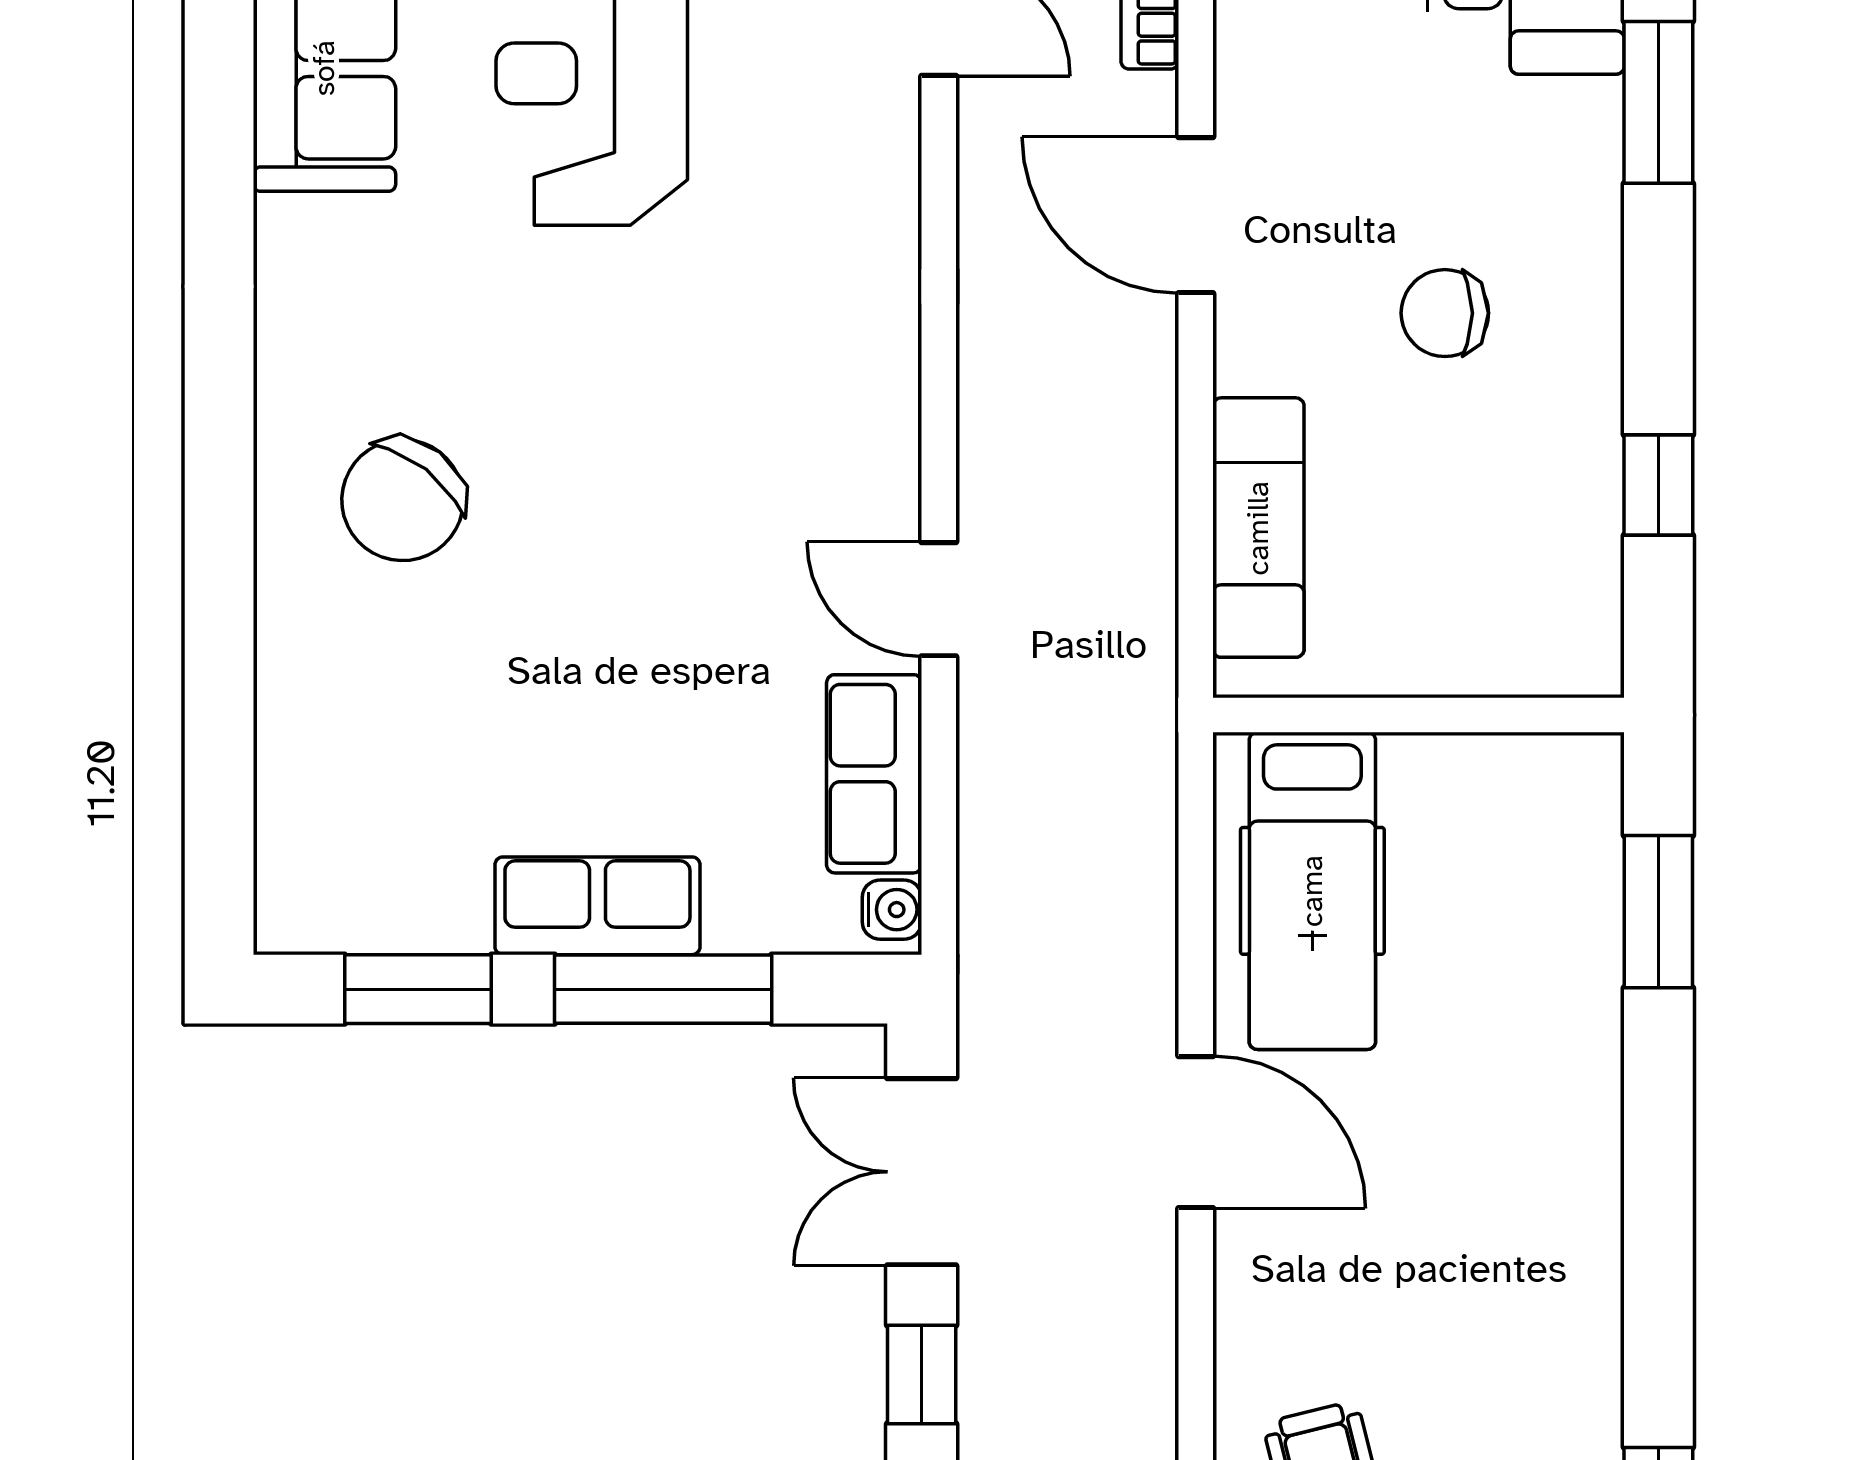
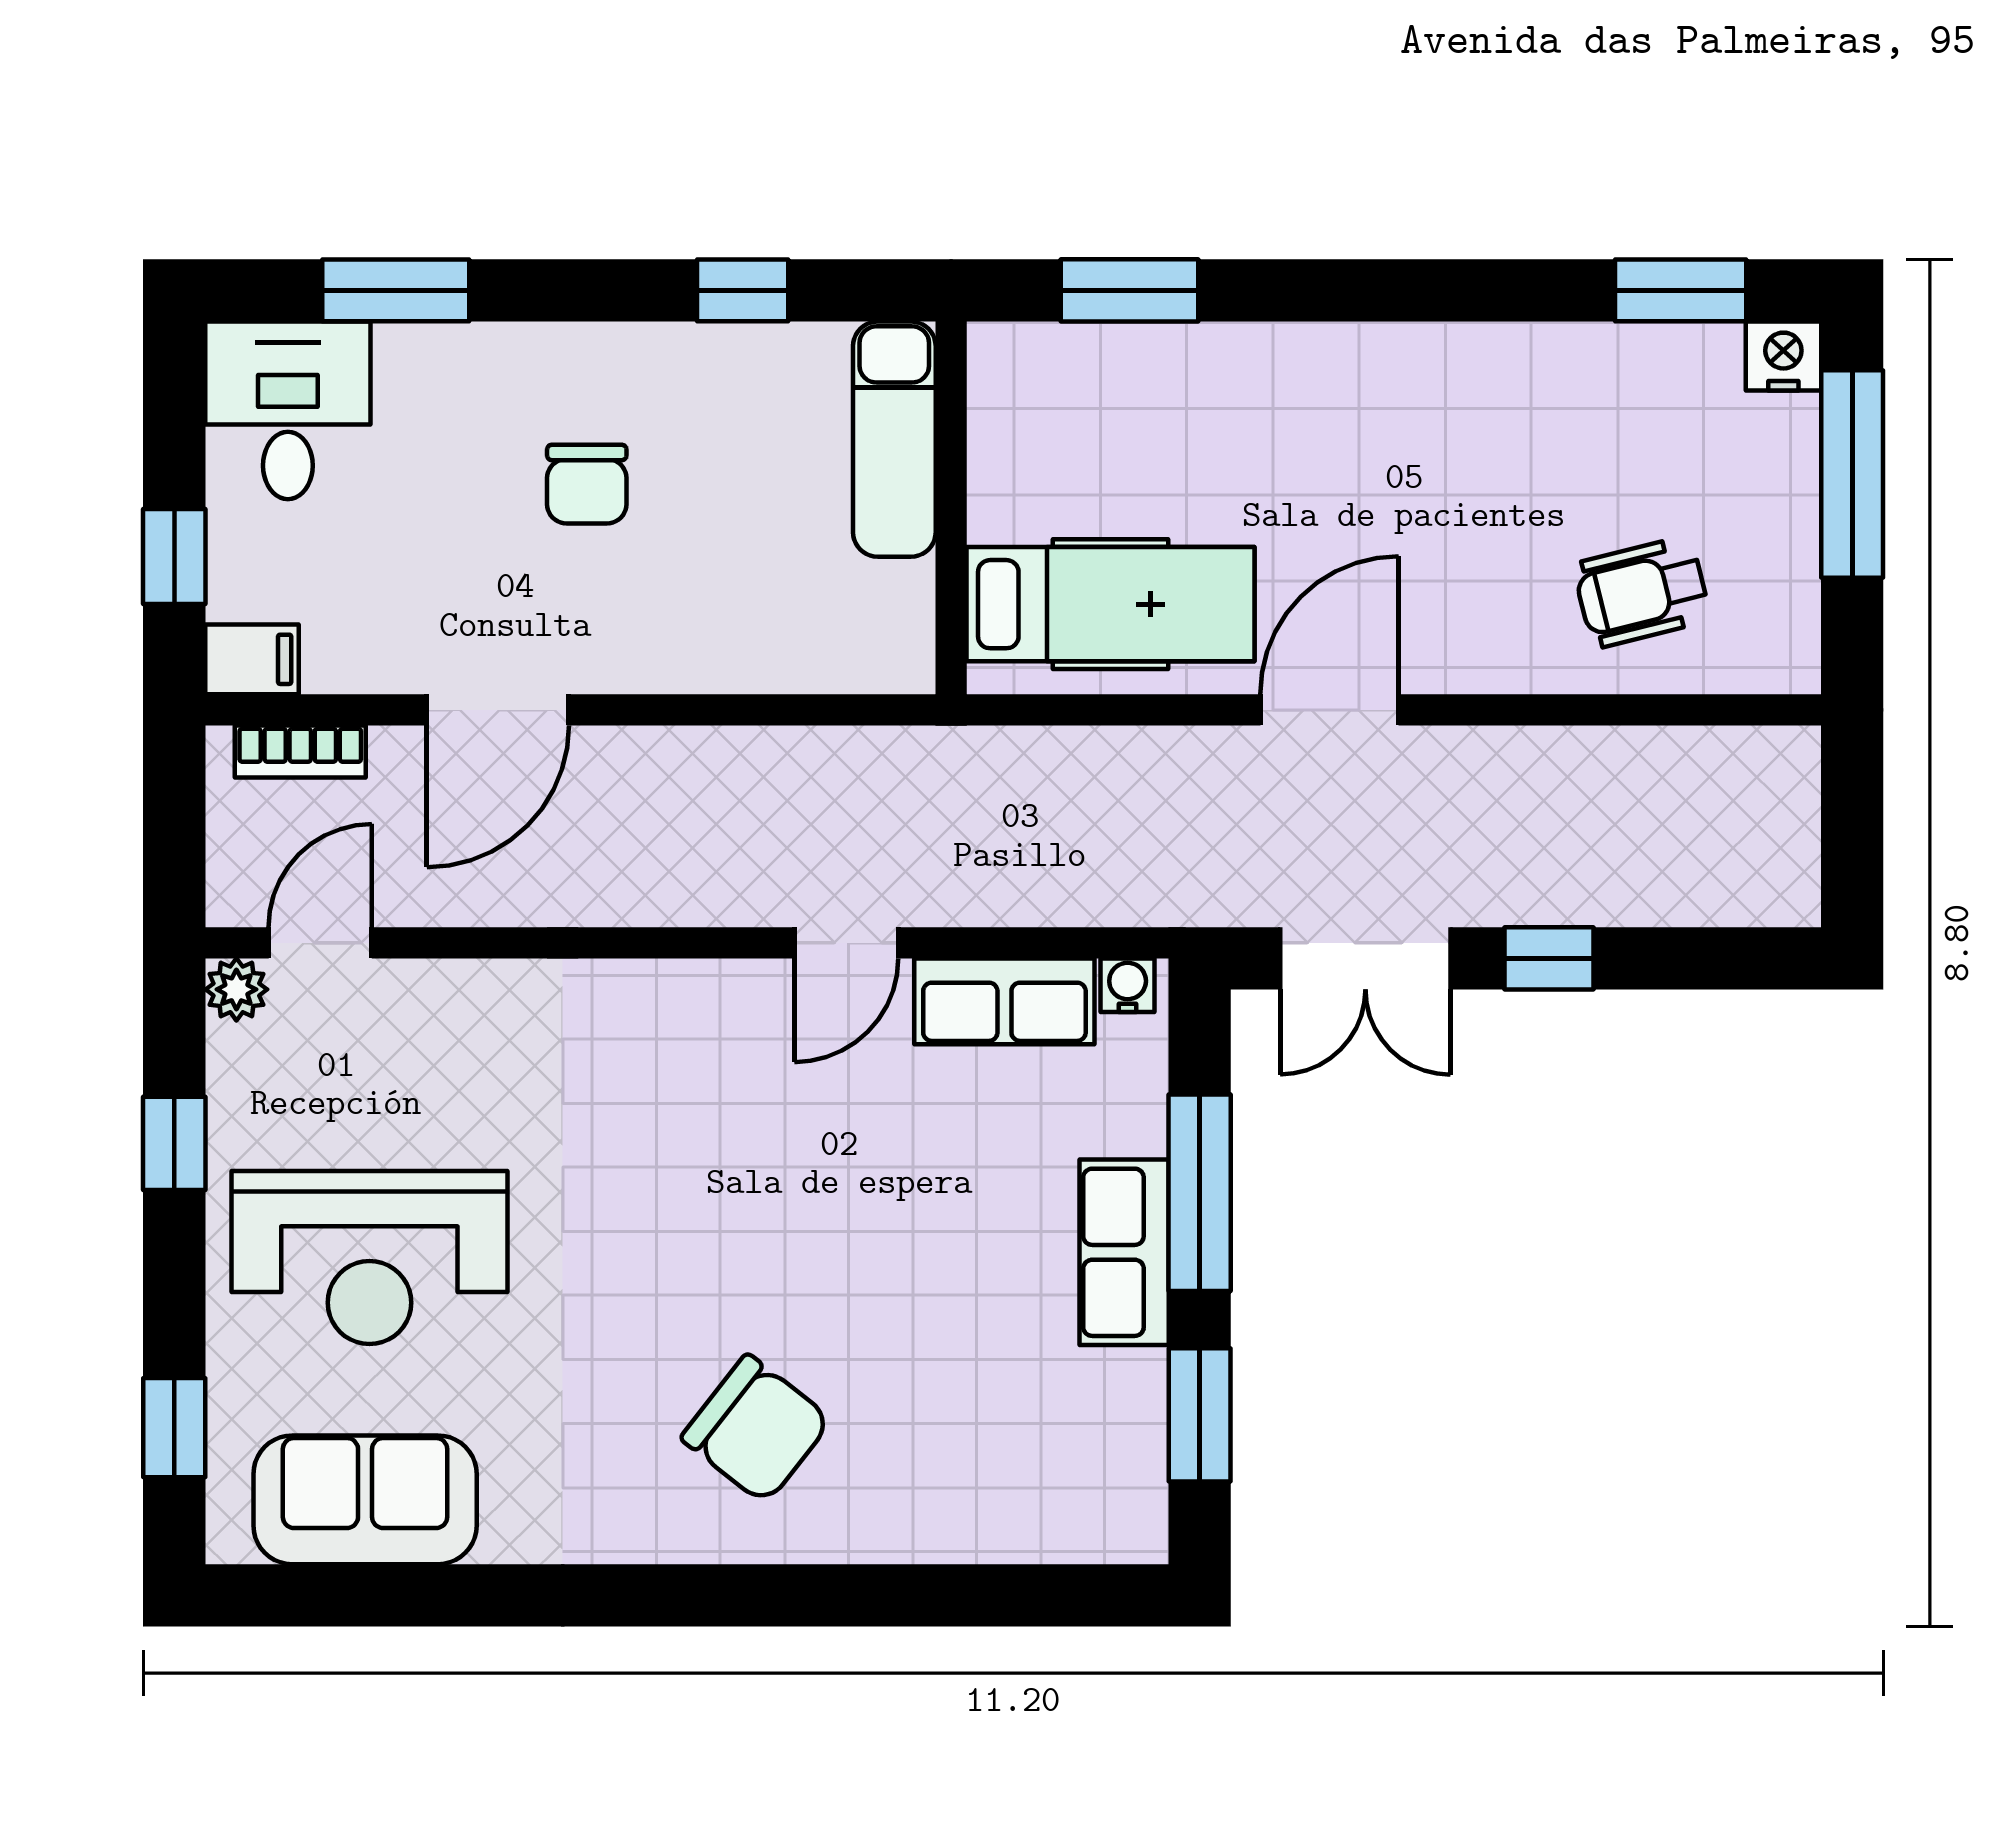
exam couch: (1258, 528) -> (894, 439), moved, turned -90

